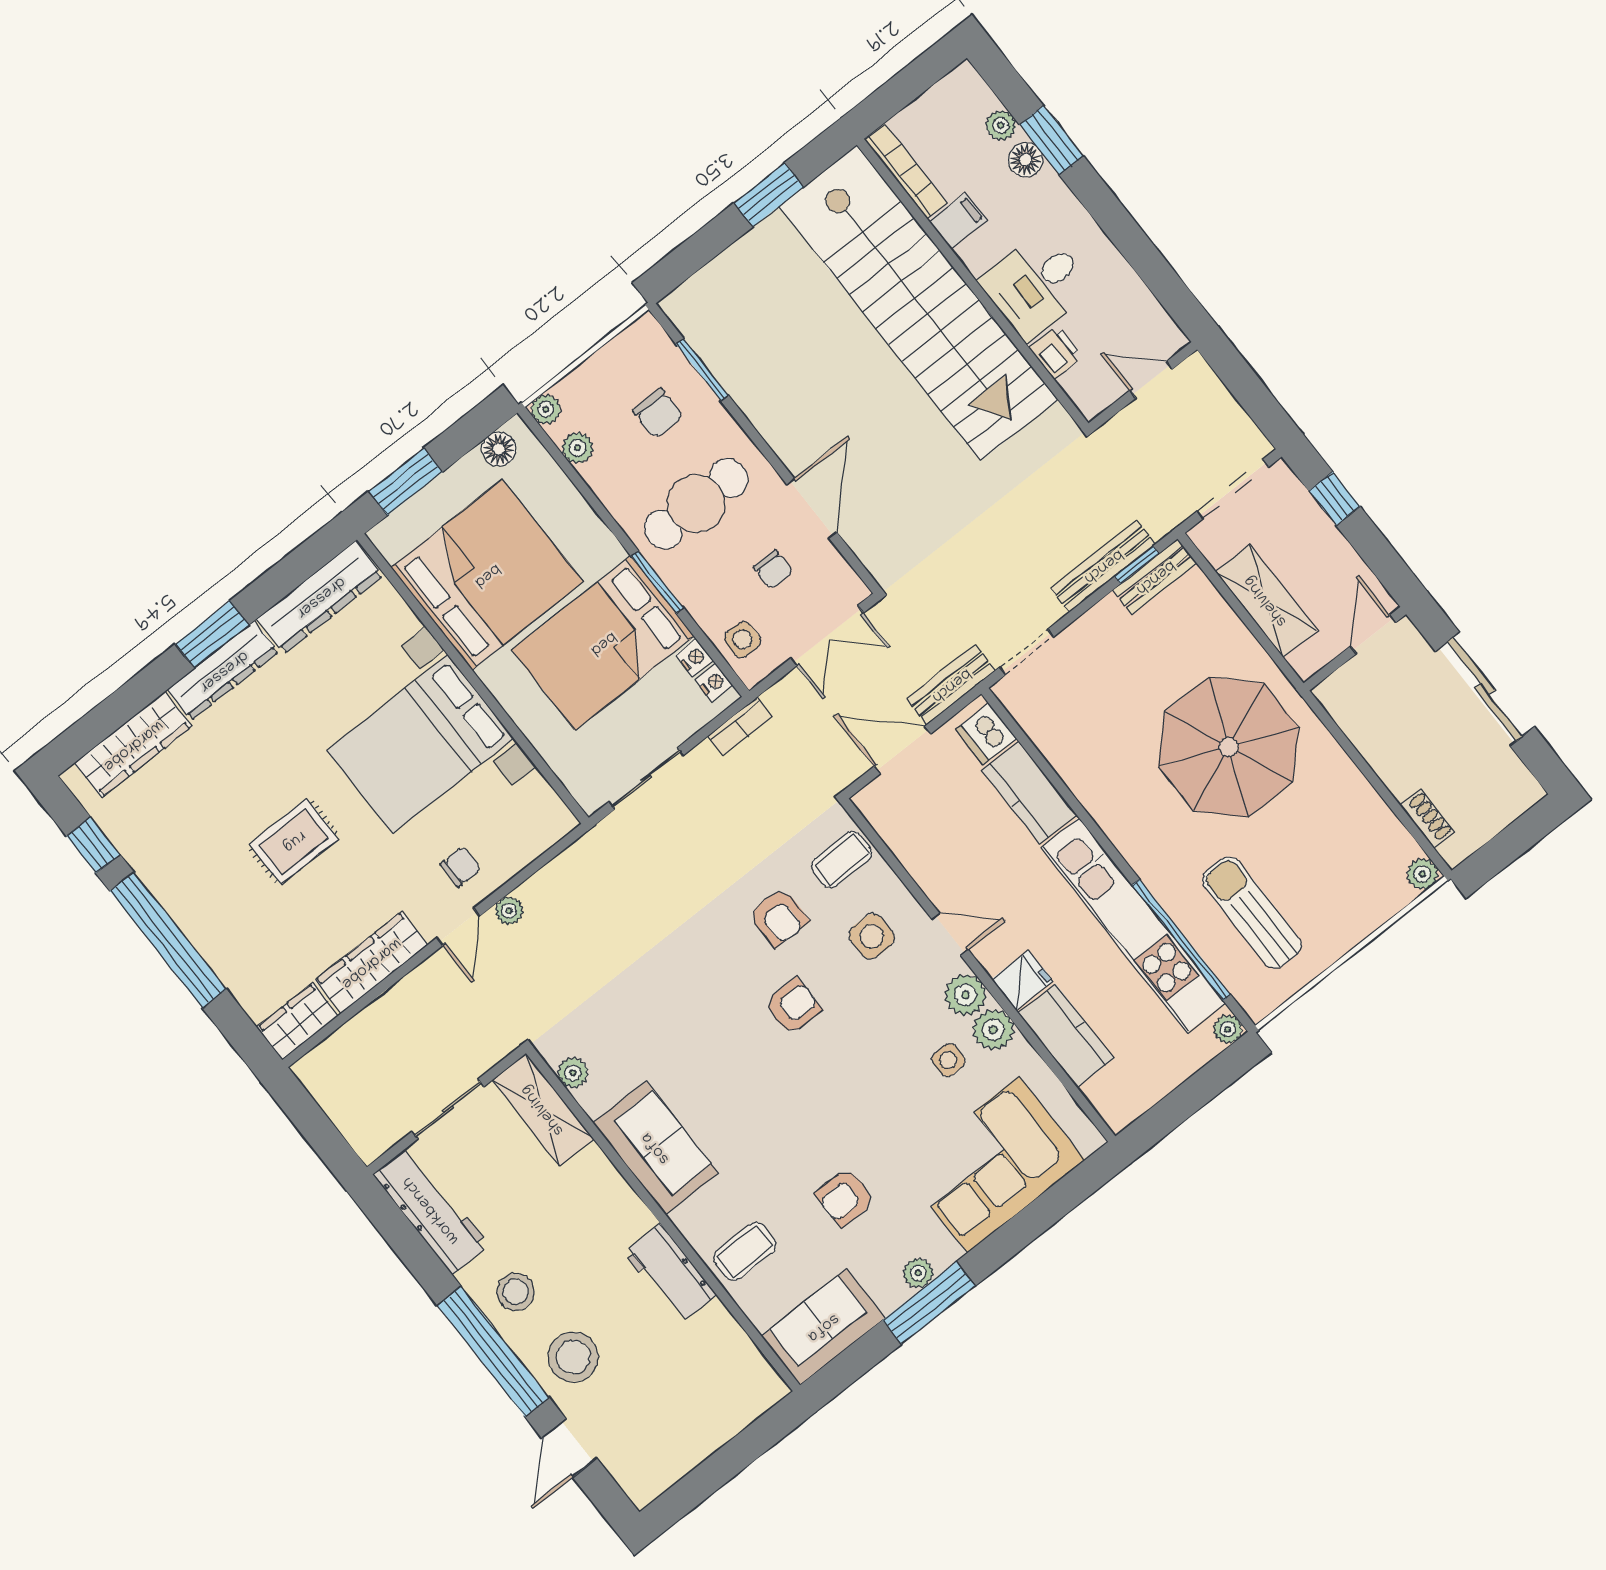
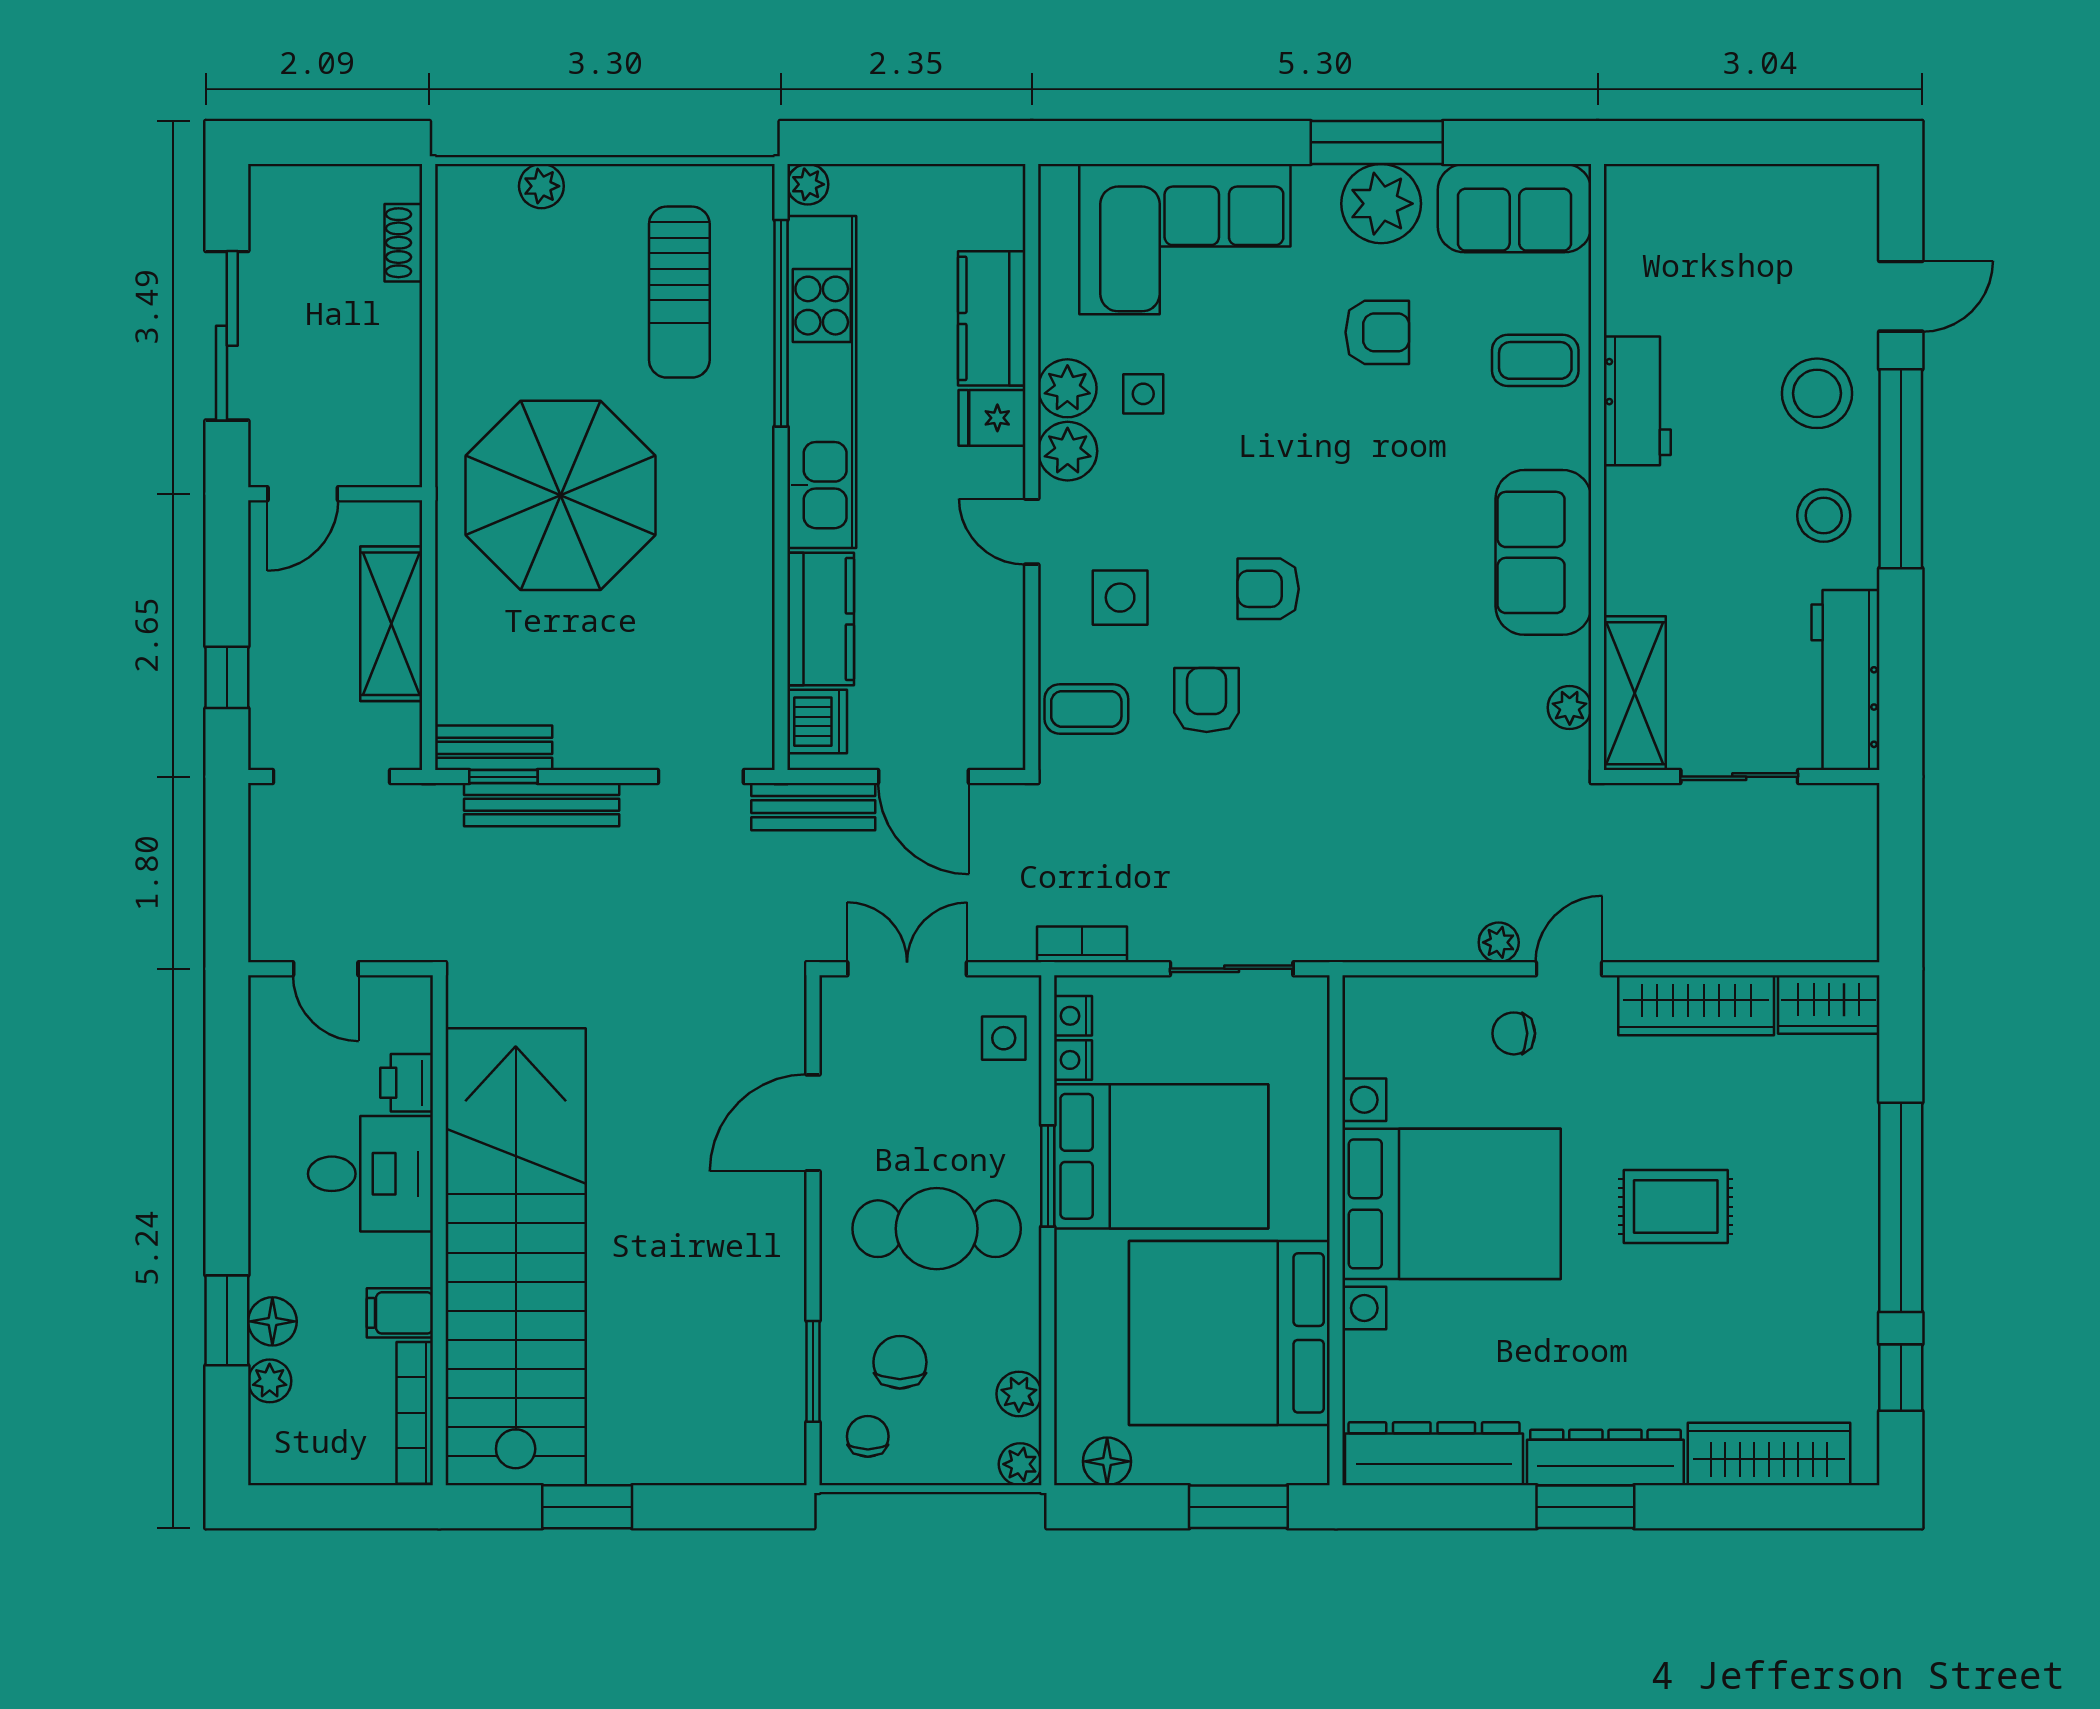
chair: (773, 570) -> (868, 1436), moved
plant: (1422, 874) -> (541, 186), moved
plant: (918, 1273) -> (1381, 204), width x1.88, depth x1.88

